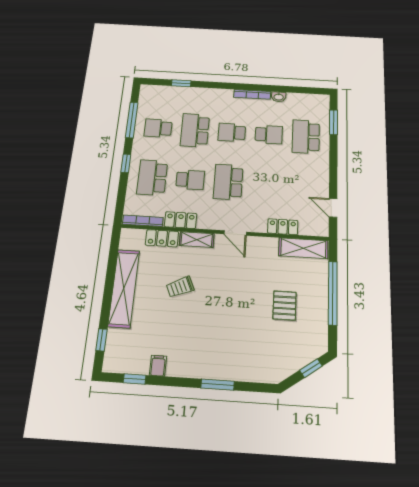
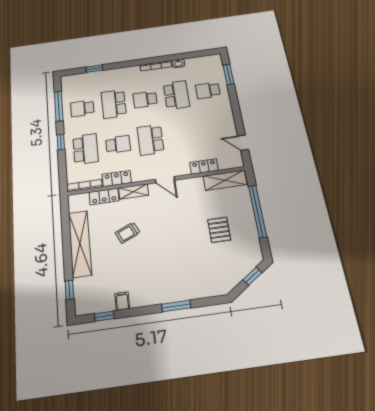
school desk: (269, 135) -> (176, 95), width x1.85
school desk: (306, 137) -> (208, 91), width x0.54
school desk: (152, 177) -> (86, 149), turned 180

